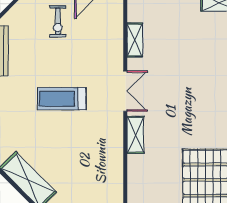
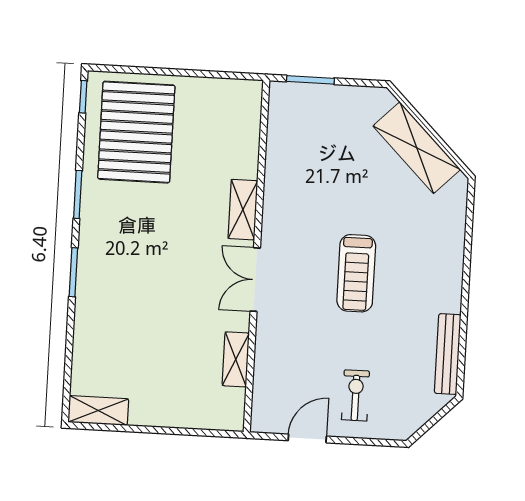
treadmill: (62, 99) -> (356, 273), turned 90

